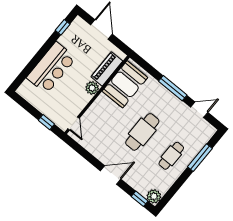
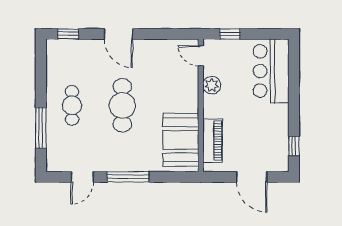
bar counter: (51, 68) -> (271, 71), moved
plant: (92, 88) -> (212, 85), moved
door: (111, 175) -> (119, 34), hinge flipped
plant: (154, 196) -> (55, 49), removed

